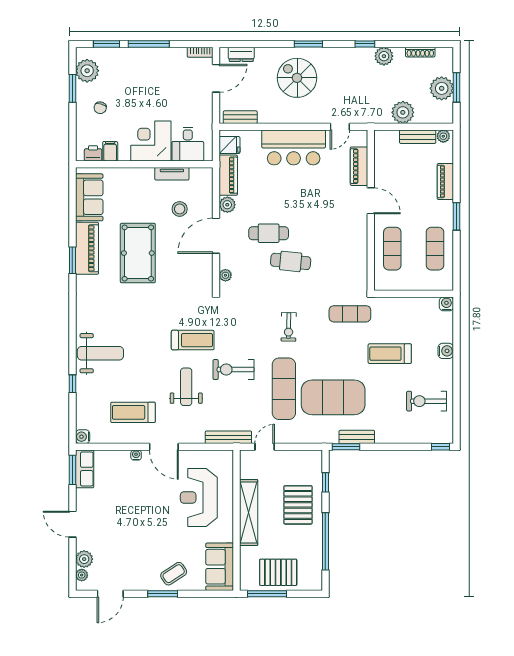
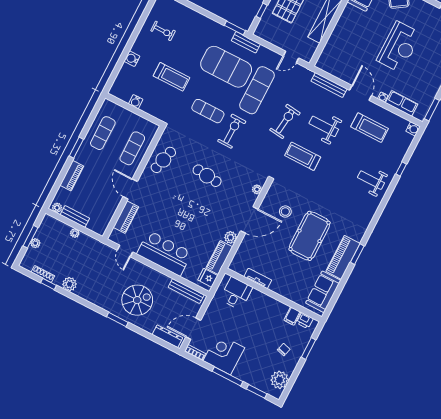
window: (365, 44) -> (49, 284), moved
dresser: (241, 54) -> (167, 336), width x1.44
spiral stairs: (297, 78) -> (137, 300), turned -90
window: (72, 88) -> (308, 349), moved
plant: (442, 88) -> (35, 243), width x0.53, depth x0.53
plant: (403, 112) -> (75, 233), width x0.53, depth x0.53
bench: (240, 117) -> (186, 291), width x1.36
door: (340, 127) -> (125, 251), swing flipped
corner desk: (151, 141) -> (224, 354), moved, turned 180
stool: (180, 209) -> (285, 212), moved
cafe table: (269, 233) -> (163, 160), moved, turned -75
water cooler: (446, 304) -> (136, 102), moved
exercise mat: (350, 314) -> (208, 111), moved
exercise bike: (289, 327) -> (232, 131), width x1.38, depth x1.39
weight bench: (100, 353) -> (371, 180), width x0.73, depth x0.75
exercise bike: (234, 370) -> (285, 121), turned -83
weight bench: (186, 387) -> (324, 126), turned 90
exercise bike: (427, 401) -> (163, 31), width x0.73, depth x0.72
bench: (228, 437) -> (329, 85), moved
bench: (357, 437) -> (246, 42), moved
row of seats: (85, 469) -> (402, 103), moved, turned 90
reception desk: (199, 498) -> (399, 47), moved

